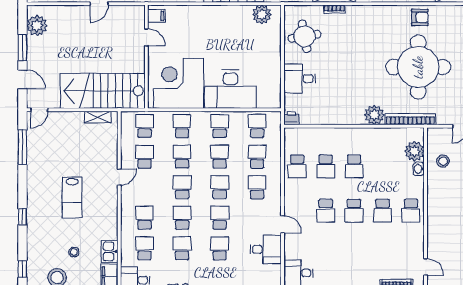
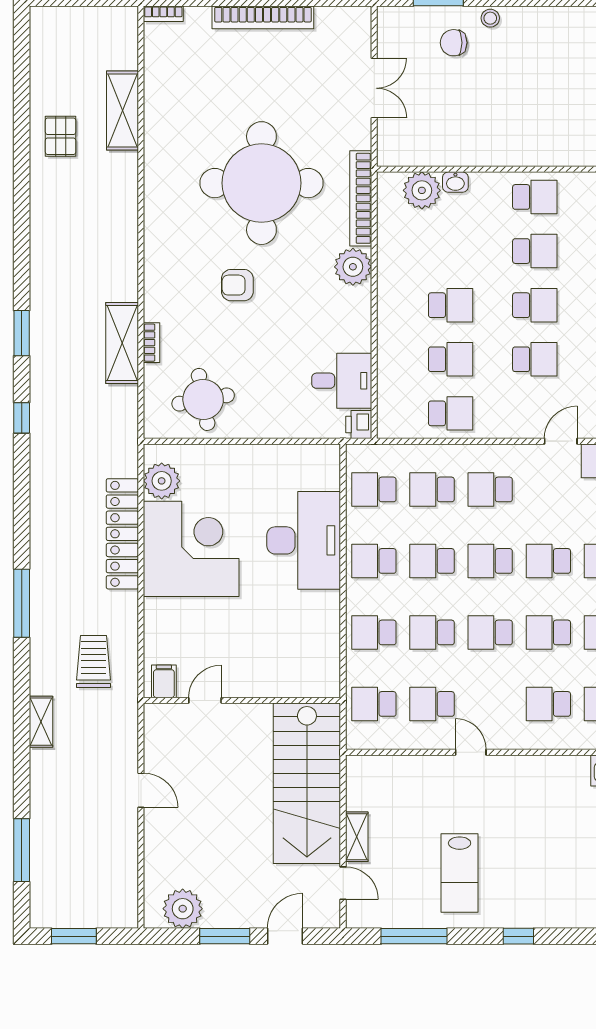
armchair: (420, 17) -> (237, 285), moved, turned -90
desk: (300, 79) -> (342, 381), moved, turned -90
corner desk: (178, 83) -> (191, 549), moved, turned 180
door: (39, 110) -> (343, 883), moved
shelving: (98, 117) -> (357, 837), moved
stool: (443, 161) -> (441, 136), removed
lab bench: (72, 197) -> (460, 873), moved, turned 90
window: (22, 217) -> (518, 936), moved

